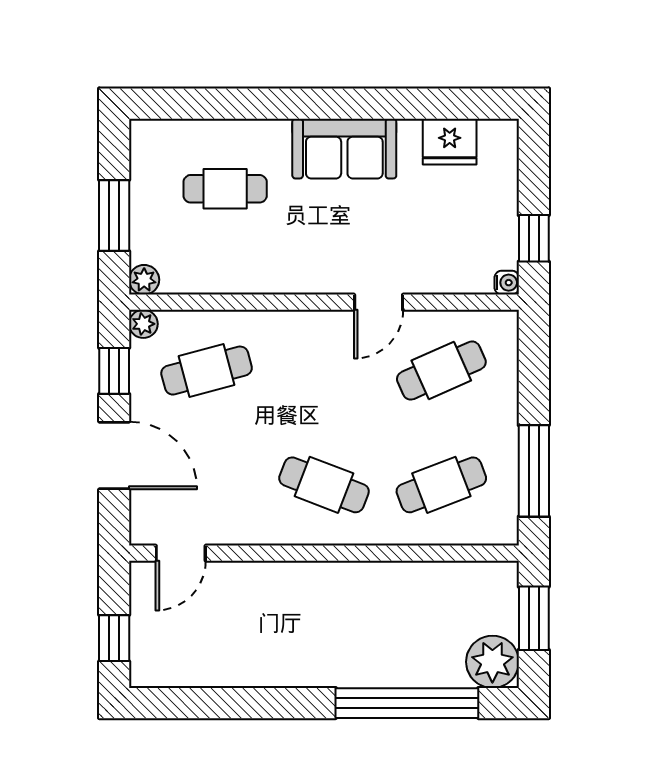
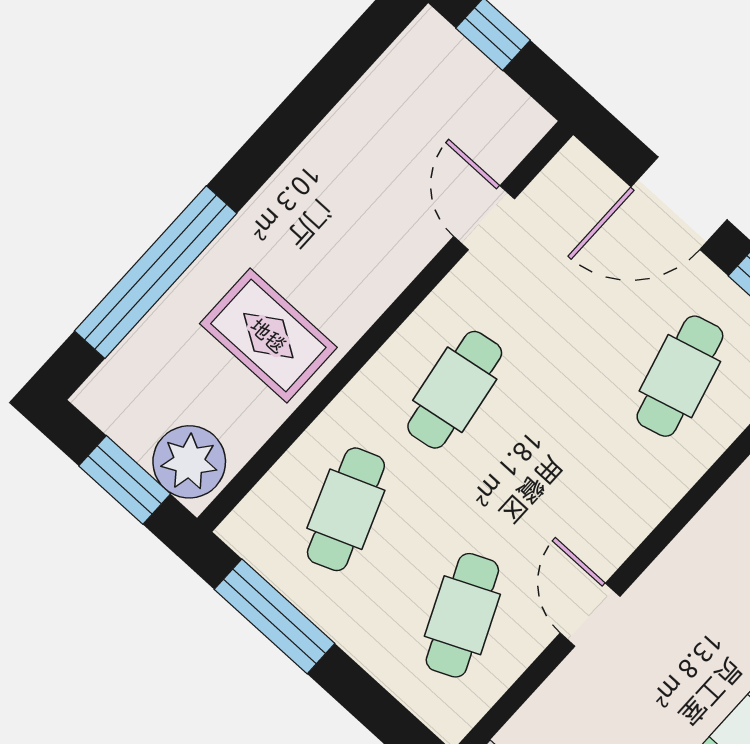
cafe table: (324, 485) -> (455, 390), turned -30
door: (181, 553) -> (484, 218), moved
rug: (386, 611) -> (268, 336), added
plant: (492, 662) -> (189, 462), moved

